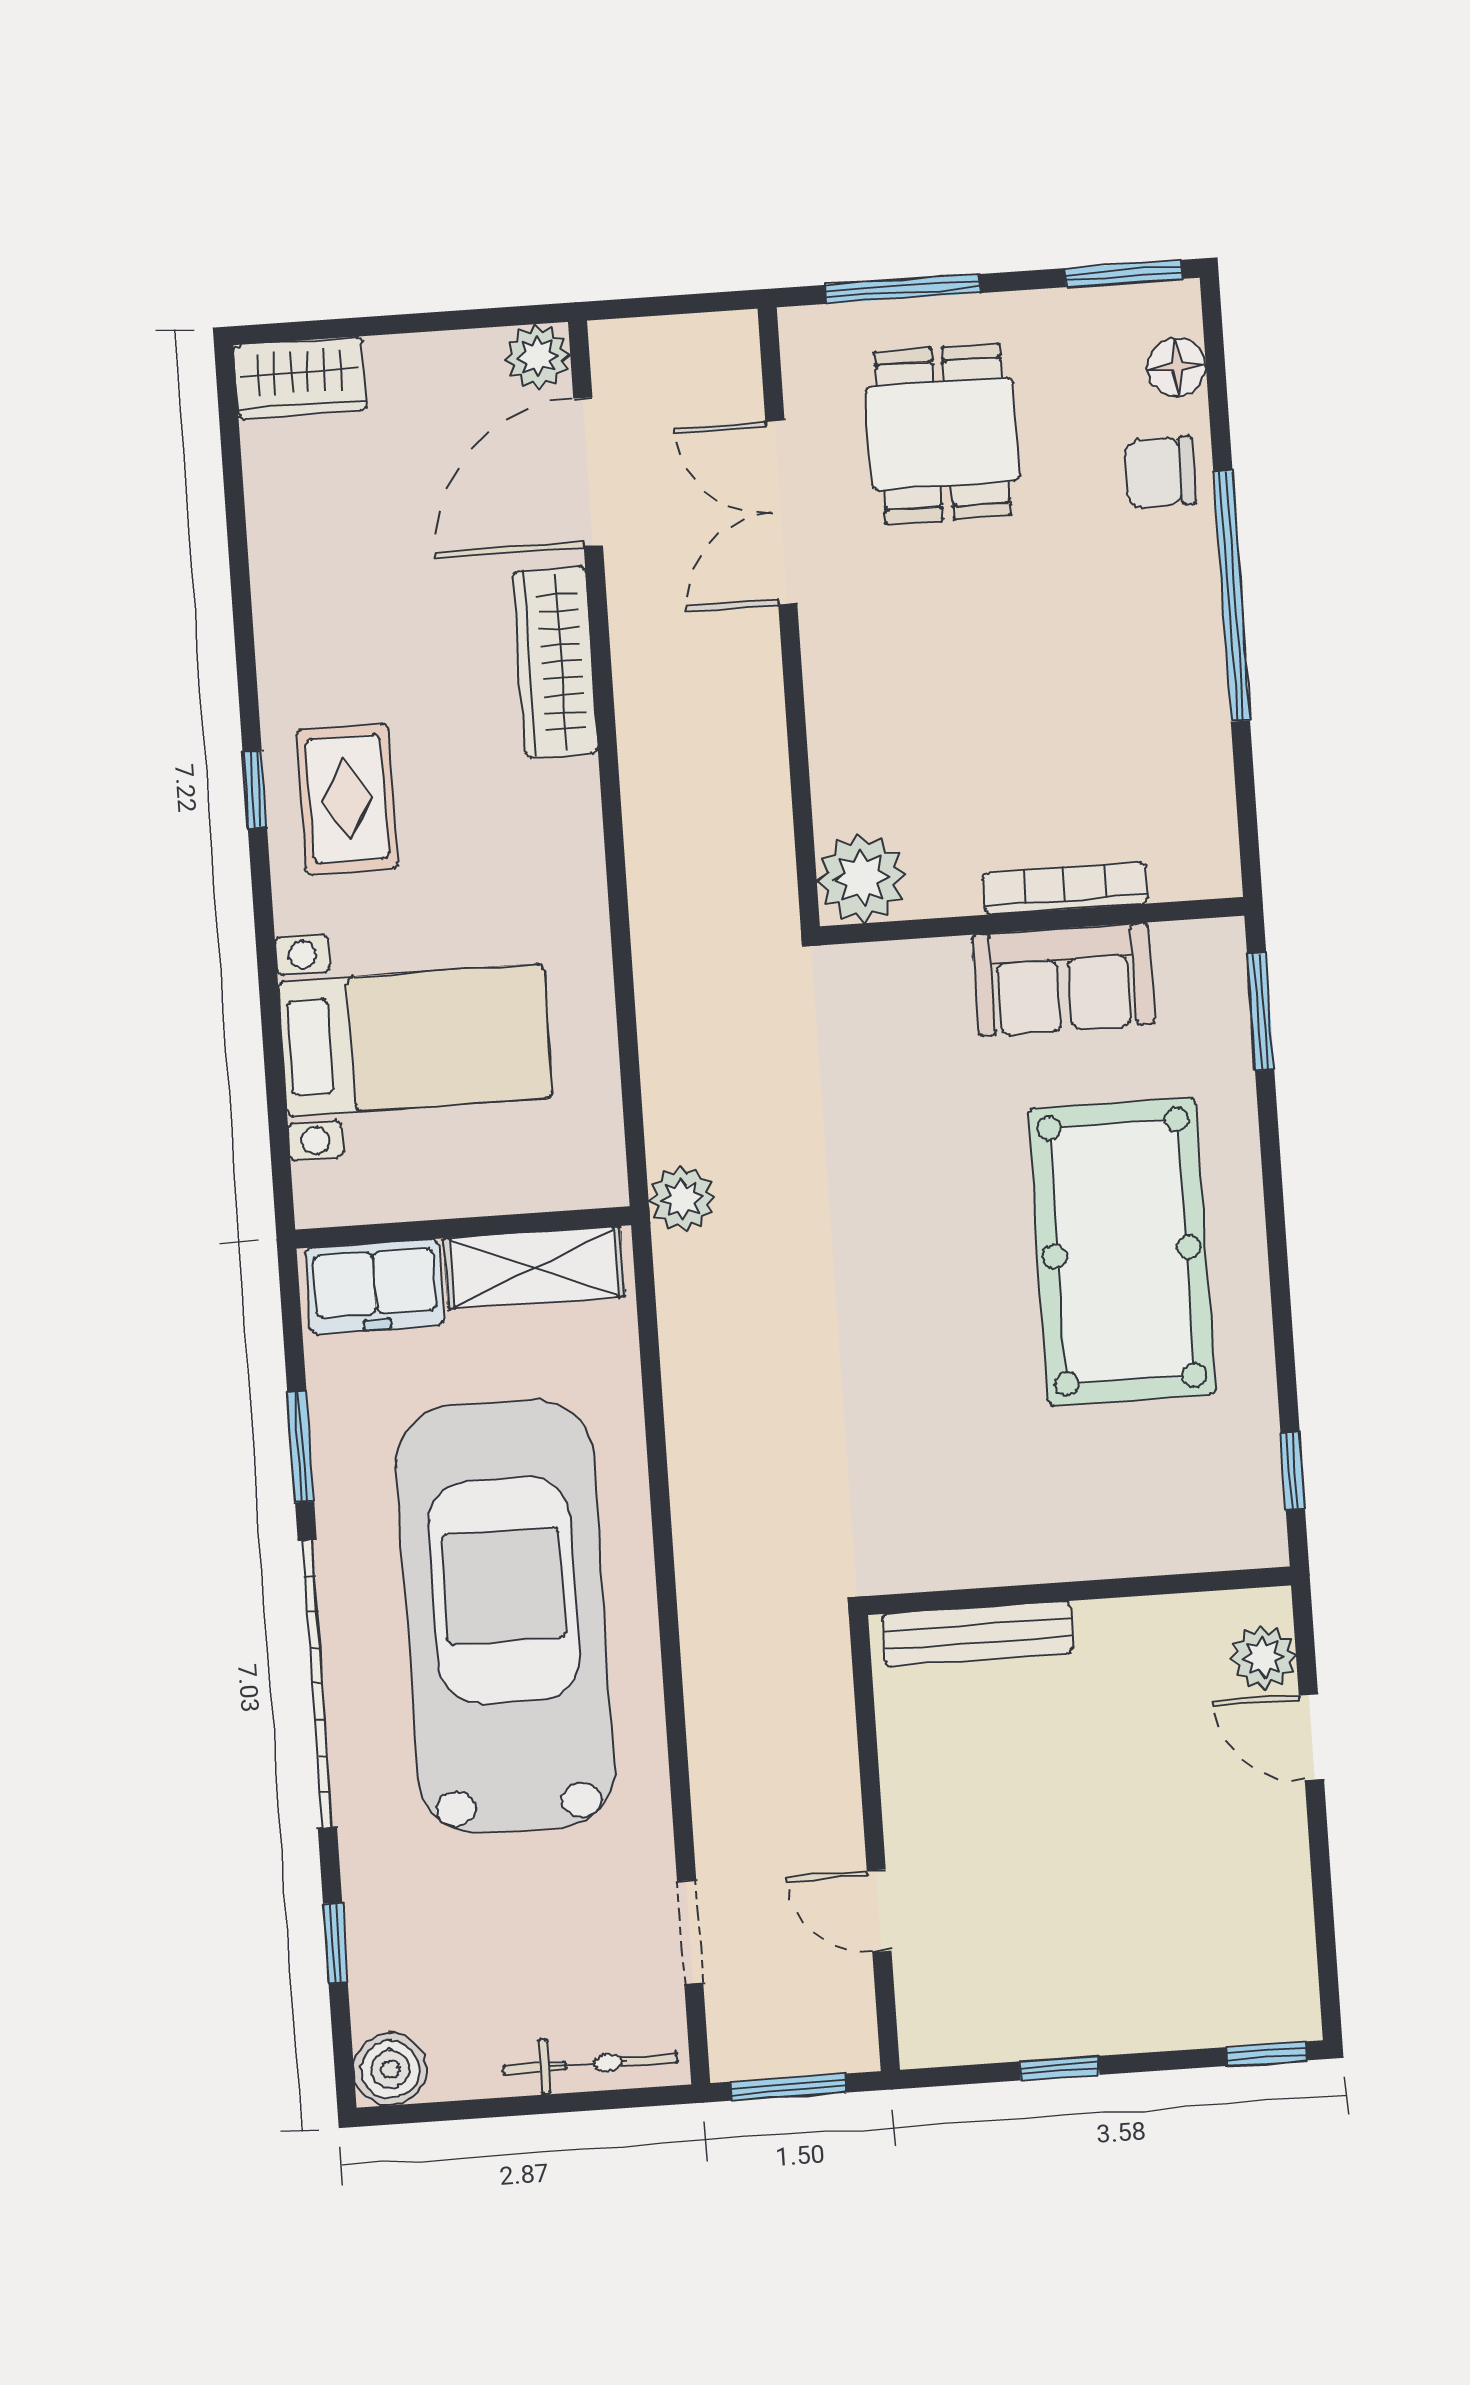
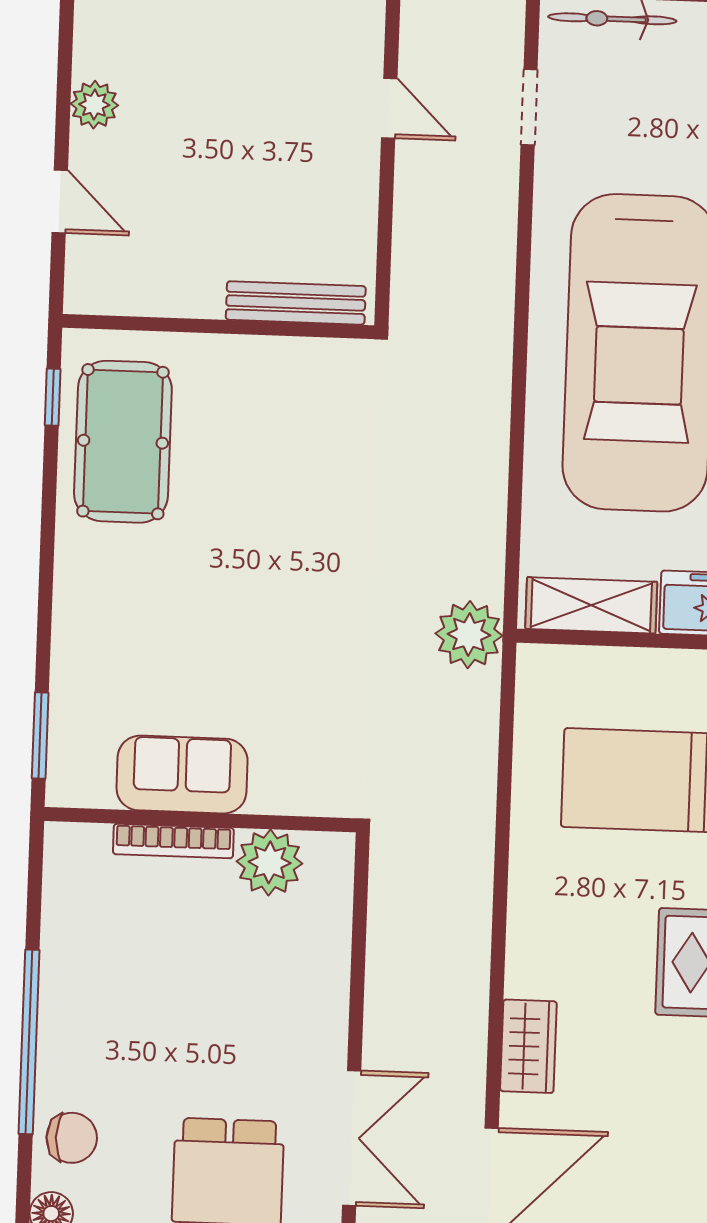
wardrobe: (555, 662) -> (528, 1046), width x0.67
plant: (862, 878) -> (270, 862), moved
plant: (682, 1199) -> (469, 635), width x1.36, depth x1.36
pool table: (1122, 1252) -> (123, 442), moved, width x0.73, depth x0.76
plant: (1264, 1658) -> (94, 105), moved

